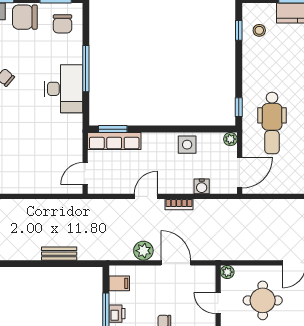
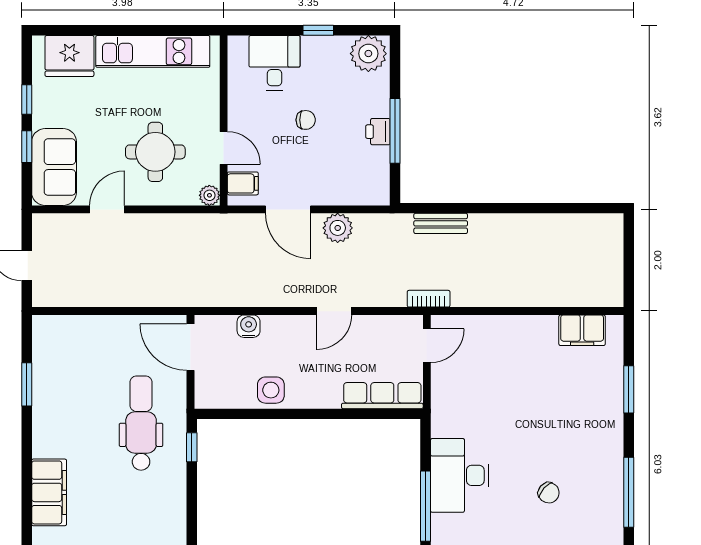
window: (113, 129) -> (384, 414), removed
plant: (230, 139) -> (205, 399), removed
door: (240, 173) -> (191, 347), hinge flipped
bookcase: (179, 204) -> (429, 299), moved
bench: (59, 254) -> (441, 223), moved
filing cabinet: (119, 283) -> (243, 183), moved, turned 180

